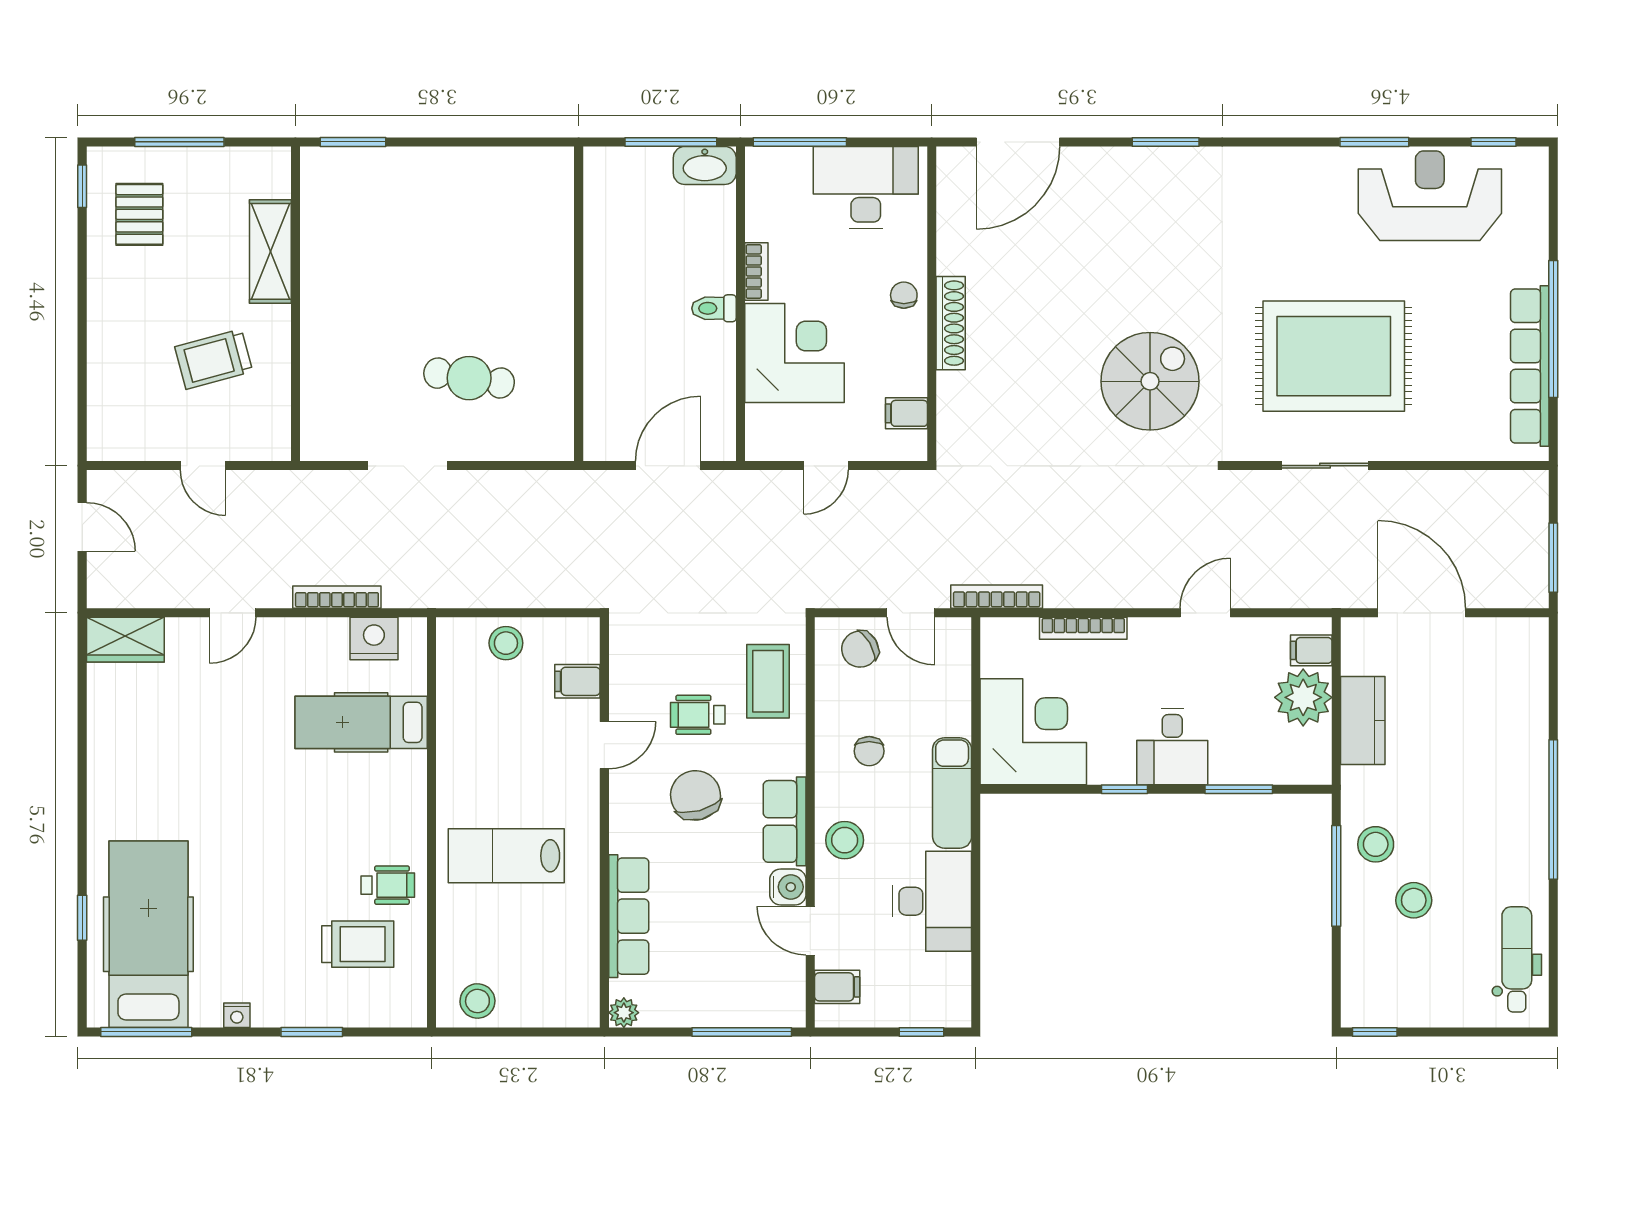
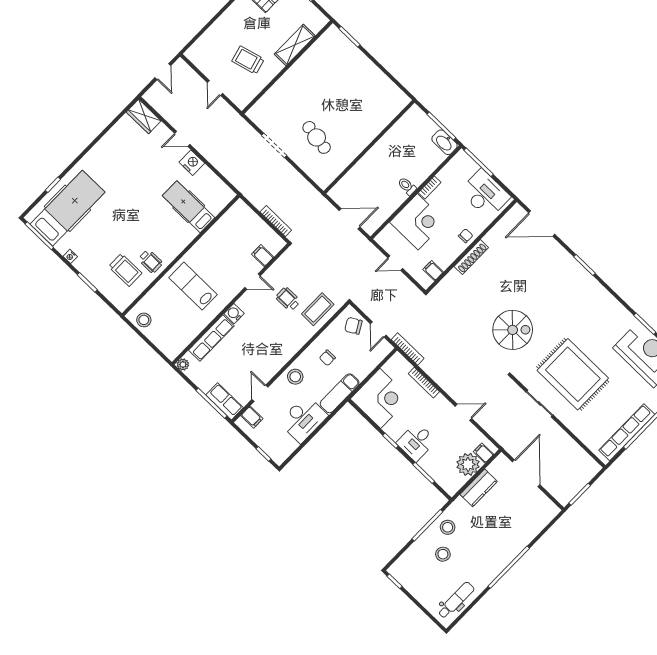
bookcase: (337, 597) -> (276, 221), moved
nightstand: (374, 638) -> (192, 163), moved
stool: (506, 643) -> (253, 224), removed
chair: (696, 795) -> (265, 322), removed
row of seats: (785, 821) -> (224, 401), moved, turned 90
water cooler: (788, 887) -> (234, 314), moved, turned 180

